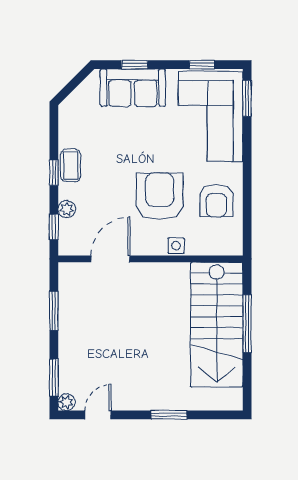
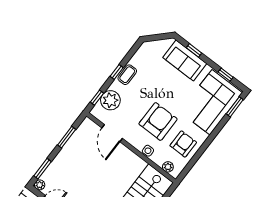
armchair: (216, 200) -> (183, 144), turned 180
plant: (67, 209) -> (110, 100), width x1.87, depth x1.87
plant: (219, 247) -> (168, 167), added
door: (110, 259) -> (112, 133), swing flipped

